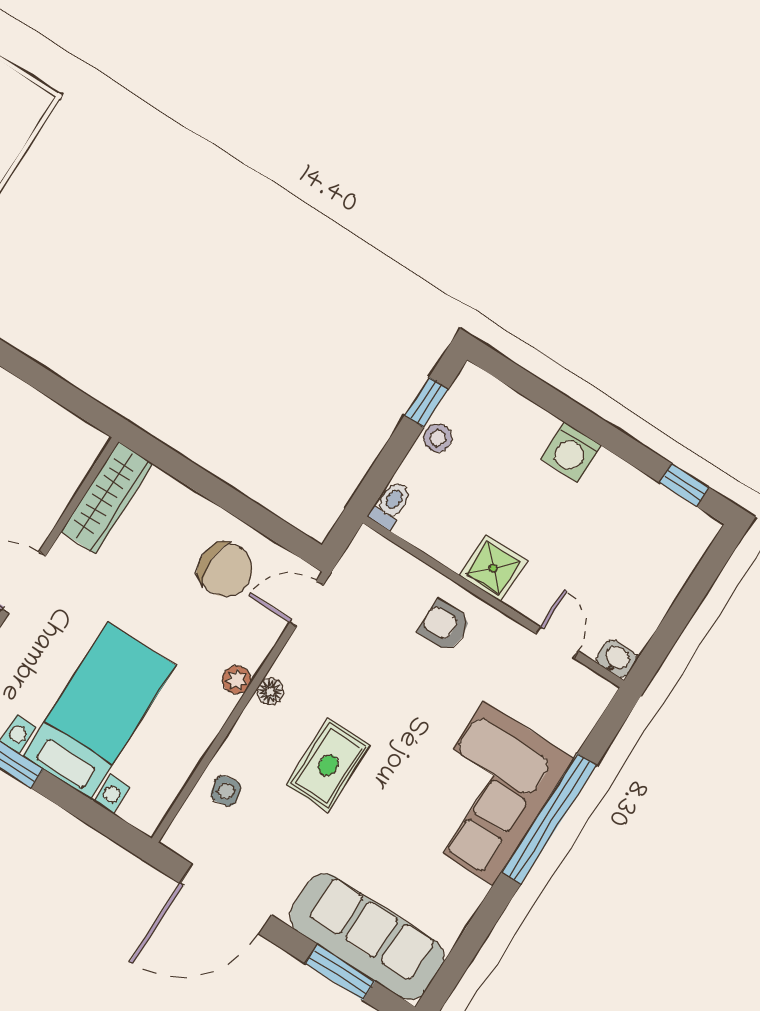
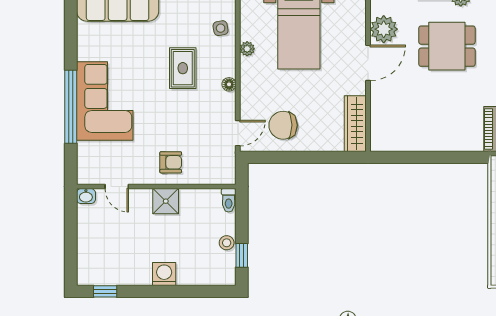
plant: (237, 680) -> (247, 49), moved

